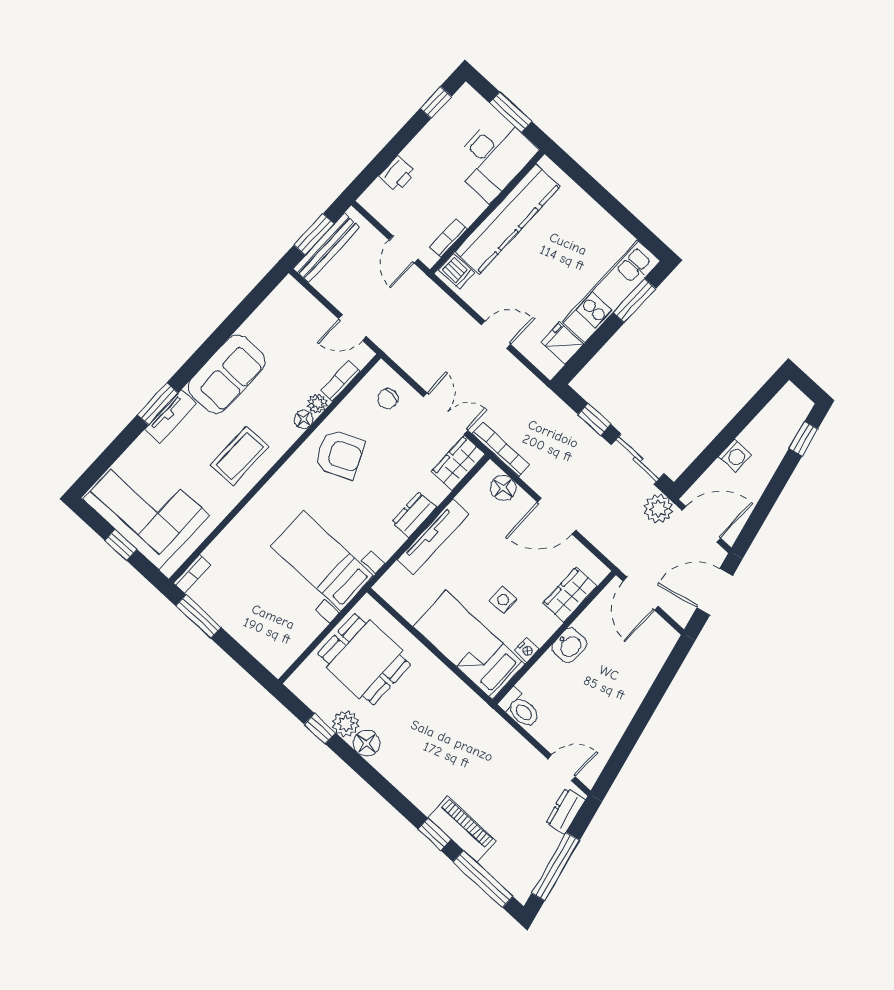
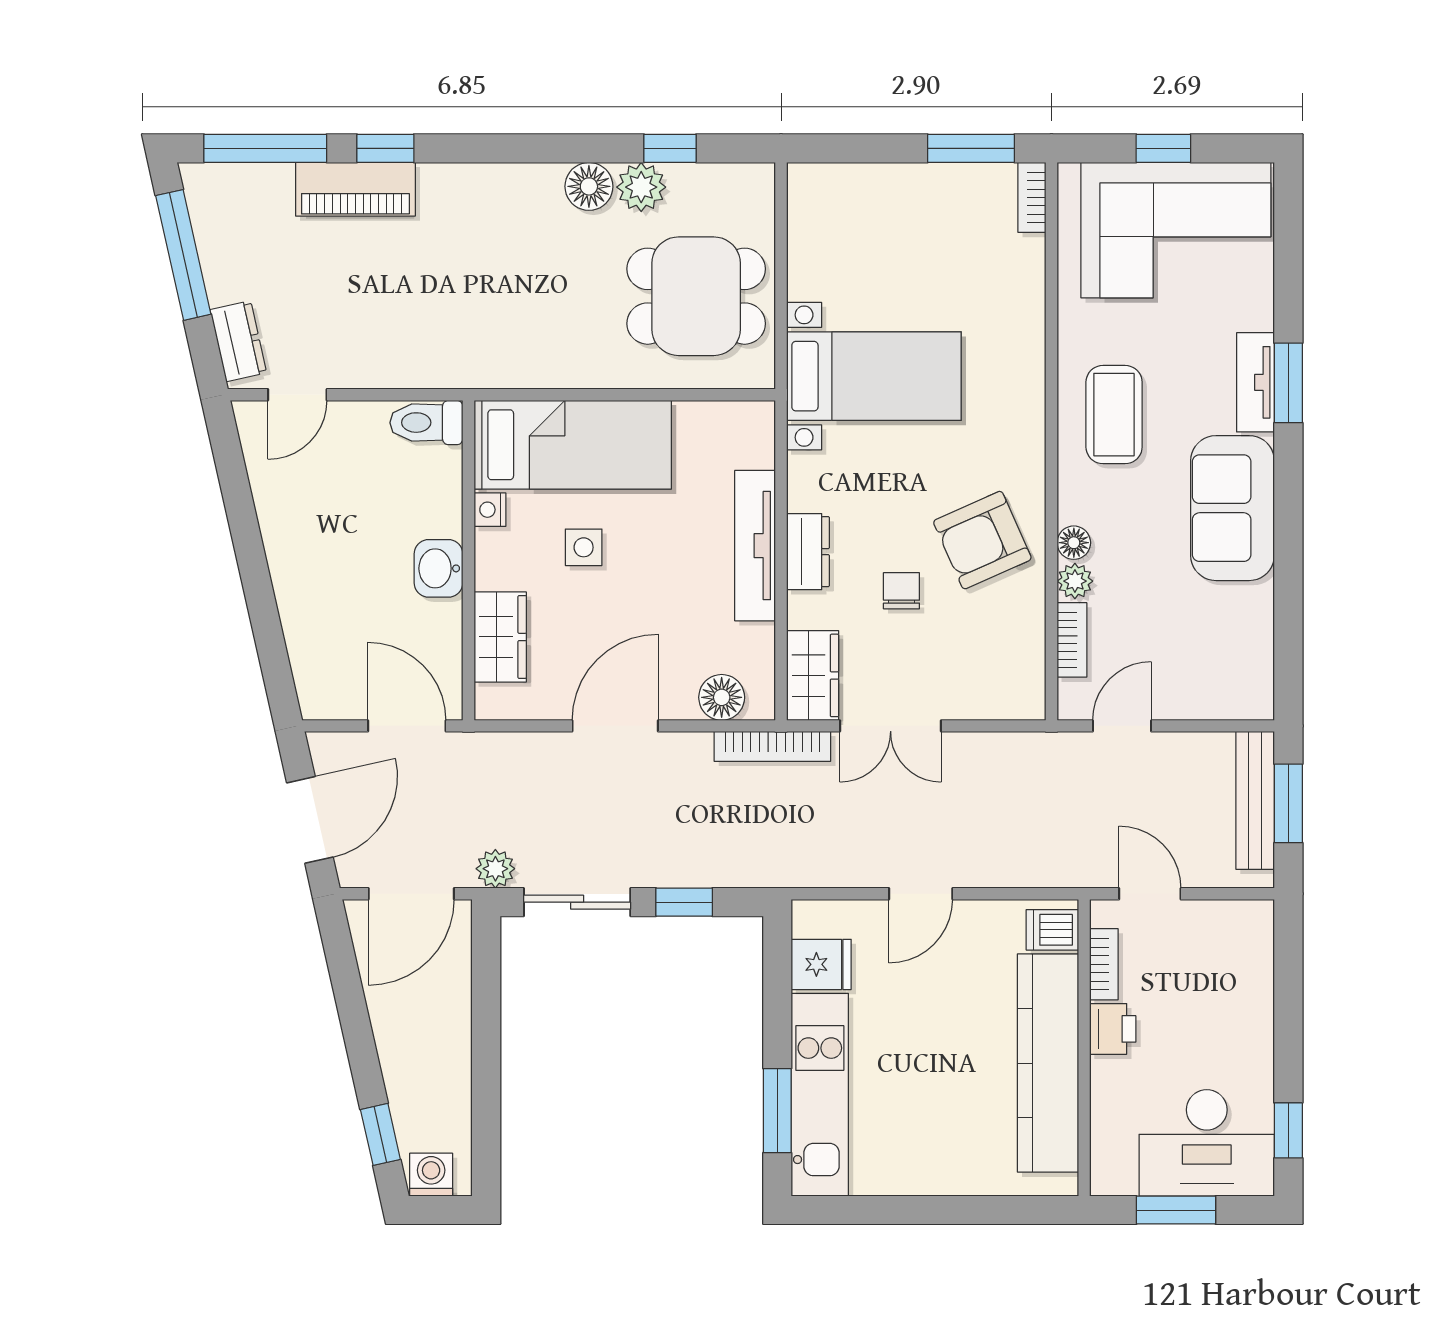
desk: (494, 157) -> (1207, 1143), moved, turned -90
printer: (397, 174) -> (1113, 1029), moved, turned 180
chair: (388, 399) -> (901, 591), moved
washing machine: (735, 456) -> (431, 1175), moved, turned 90
plant: (658, 509) -> (495, 869), width x0.73, depth x0.73

